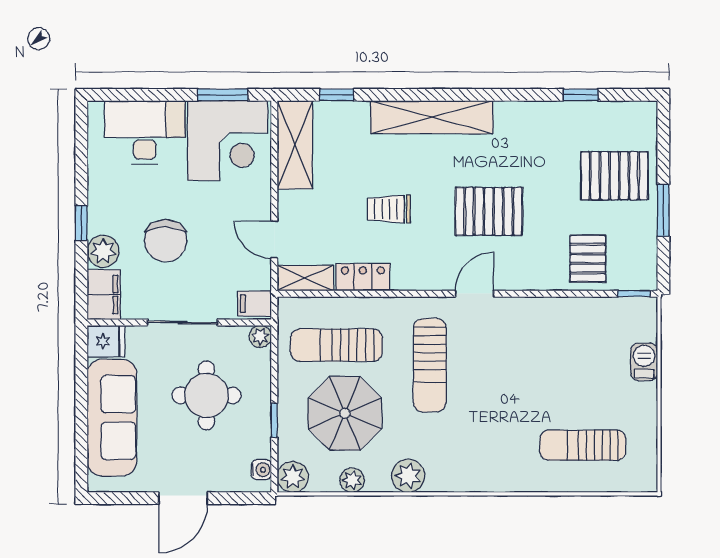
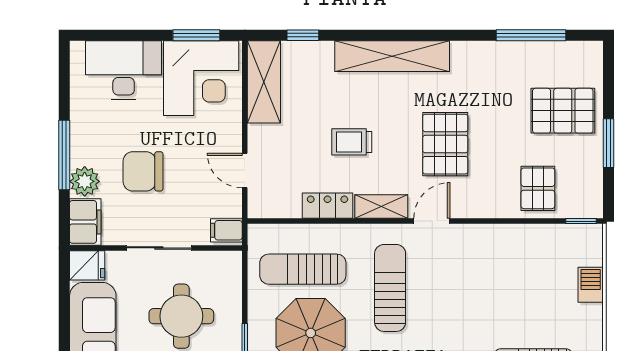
window: (581, 95) -> (531, 35), width x2.17
pallet: (489, 211) -> (445, 144), turned 90
window: (81, 223) -> (64, 155), width x2.17
chair: (166, 241) -> (143, 171), turned 90
shelving: (305, 278) -> (381, 206), moved
plant: (260, 336) -> (232, 261), removed
sun lounger: (430, 365) -> (390, 288), turned 180

